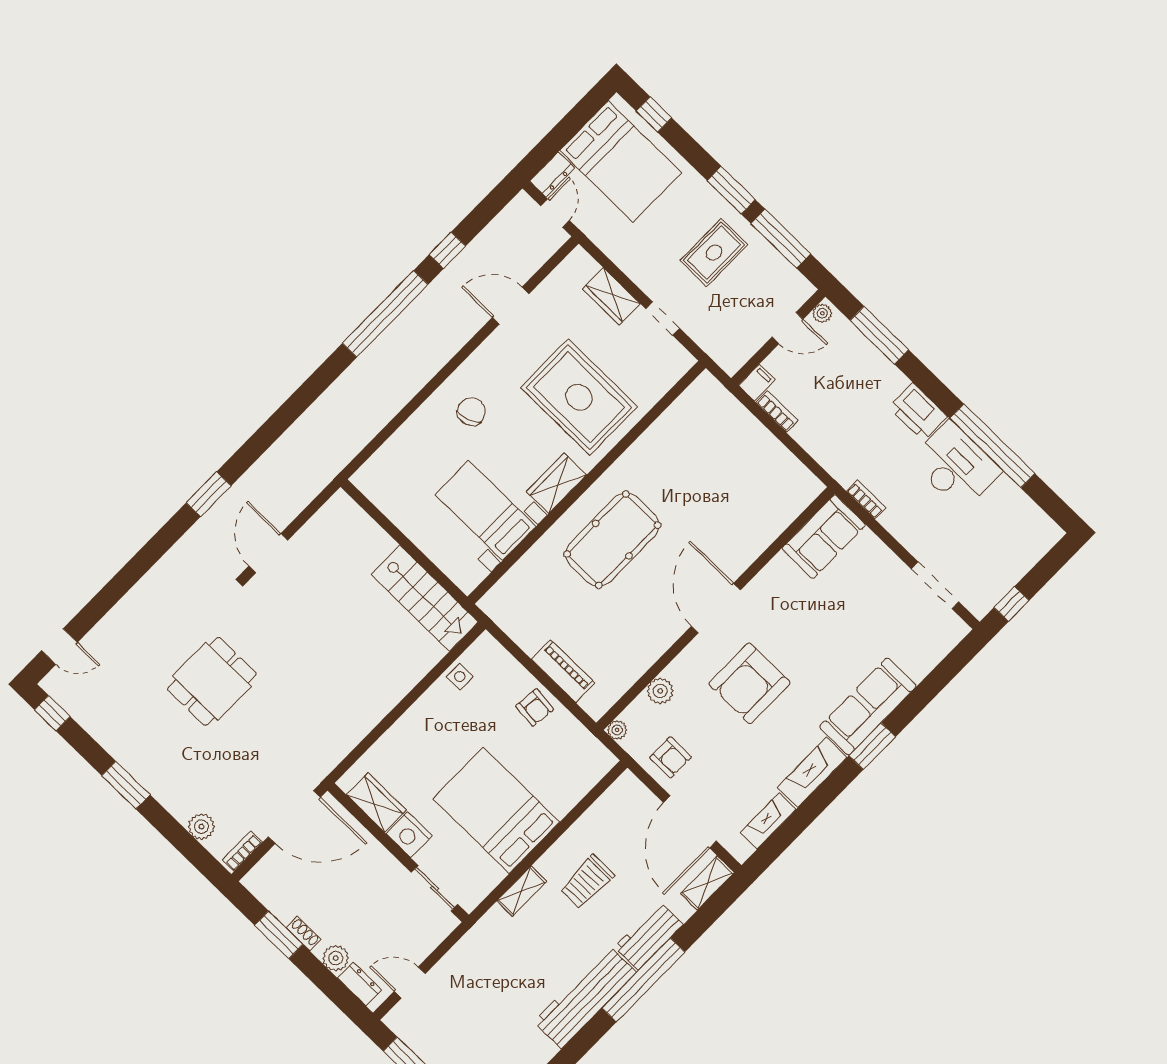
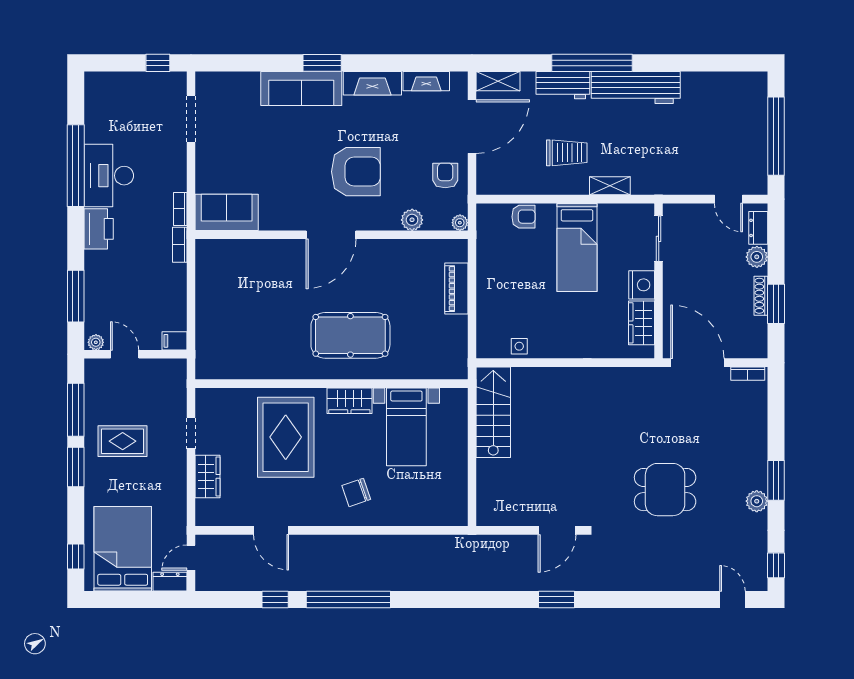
bookcase: (777, 411) -> (180, 245), moved
armchair: (535, 707) -> (523, 217), moved, turned 84
bed: (496, 810) -> (577, 248), width x0.67
plant: (201, 827) -> (757, 501), moved
shoe rack: (304, 934) -> (761, 296), width x1.43

